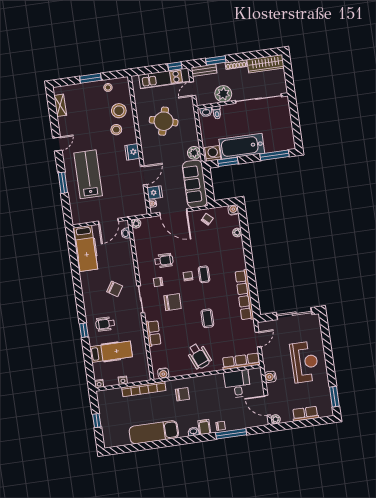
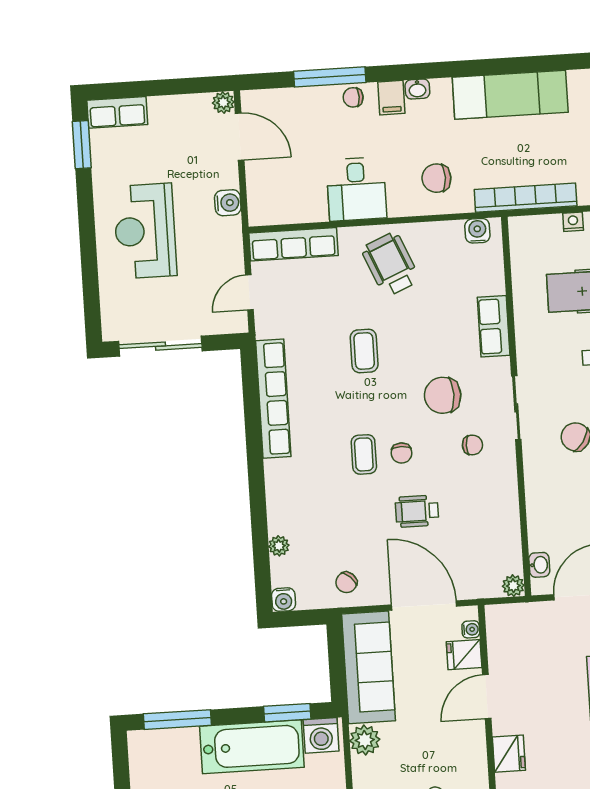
wheelchair: (164, 261) -> (417, 511), moved
desk: (237, 384) -> (357, 189), moved
row of seats: (305, 414) -> (117, 112), moved

